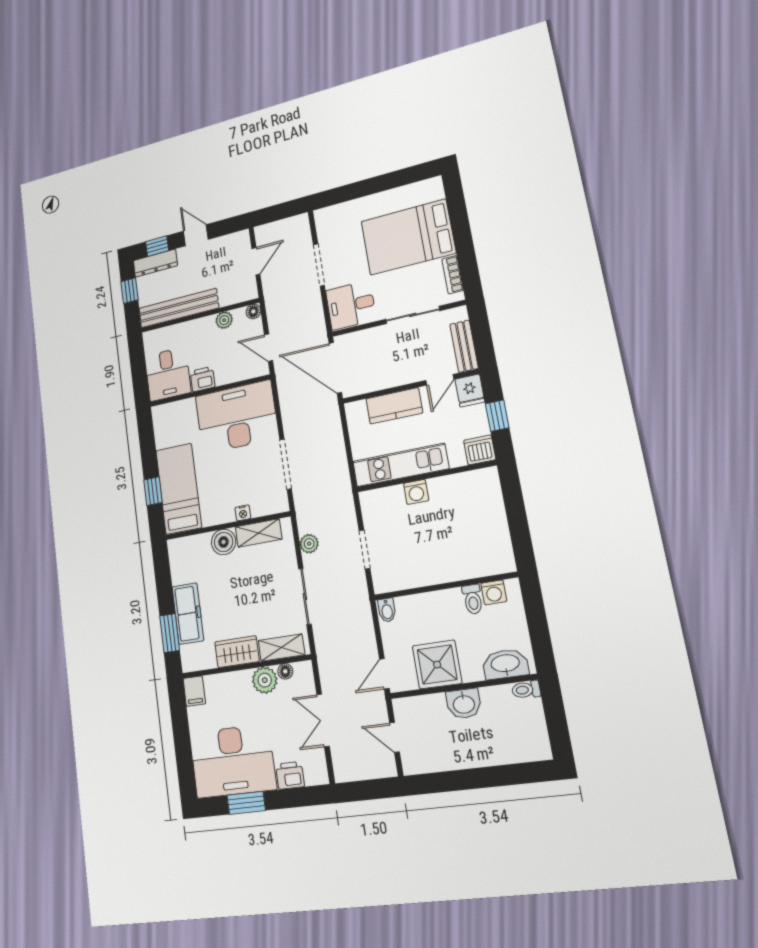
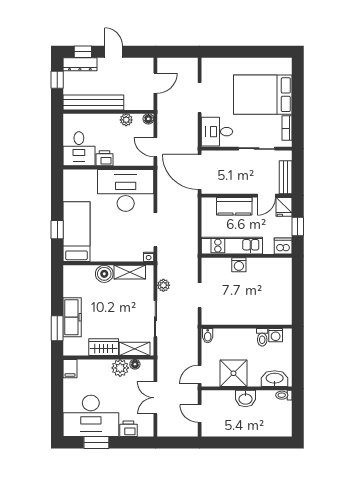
nightstand: (243, 513) -> (149, 257), moved

